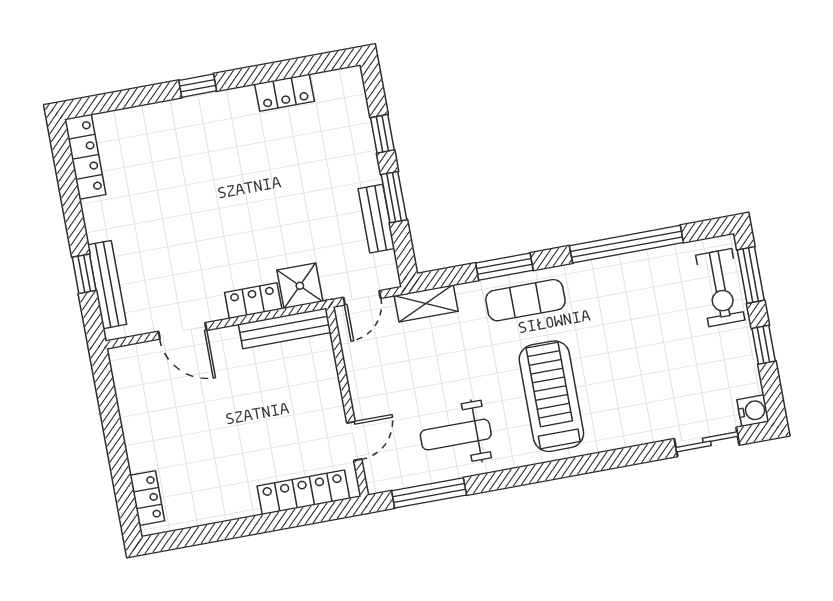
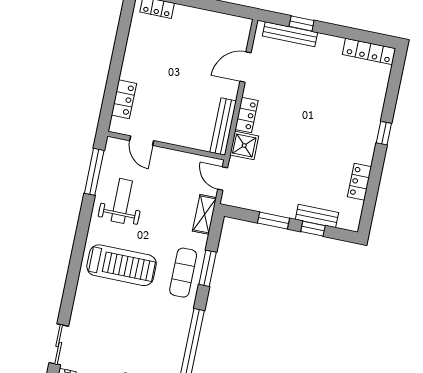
bench: (376, 219) -> (317, 216), moved
locker: (303, 492) -> (124, 99), width x0.66

